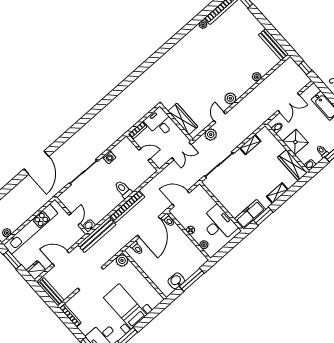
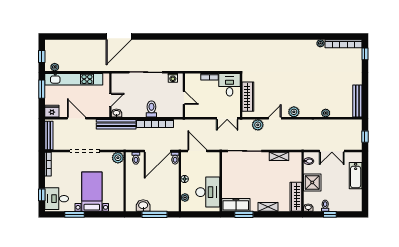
wall: (143, 152) -> (184, 95), moved
door: (145, 154) -> (184, 98), moved
toilet: (123, 189) -> (151, 109), moved

